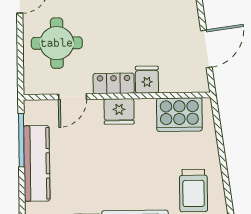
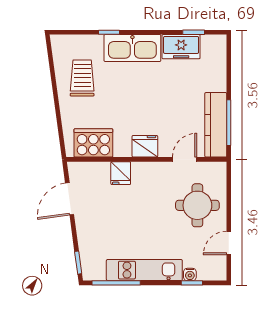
locker: (114, 83) -> (149, 170), removed
kitchen counter: (37, 163) -> (216, 125), moved

